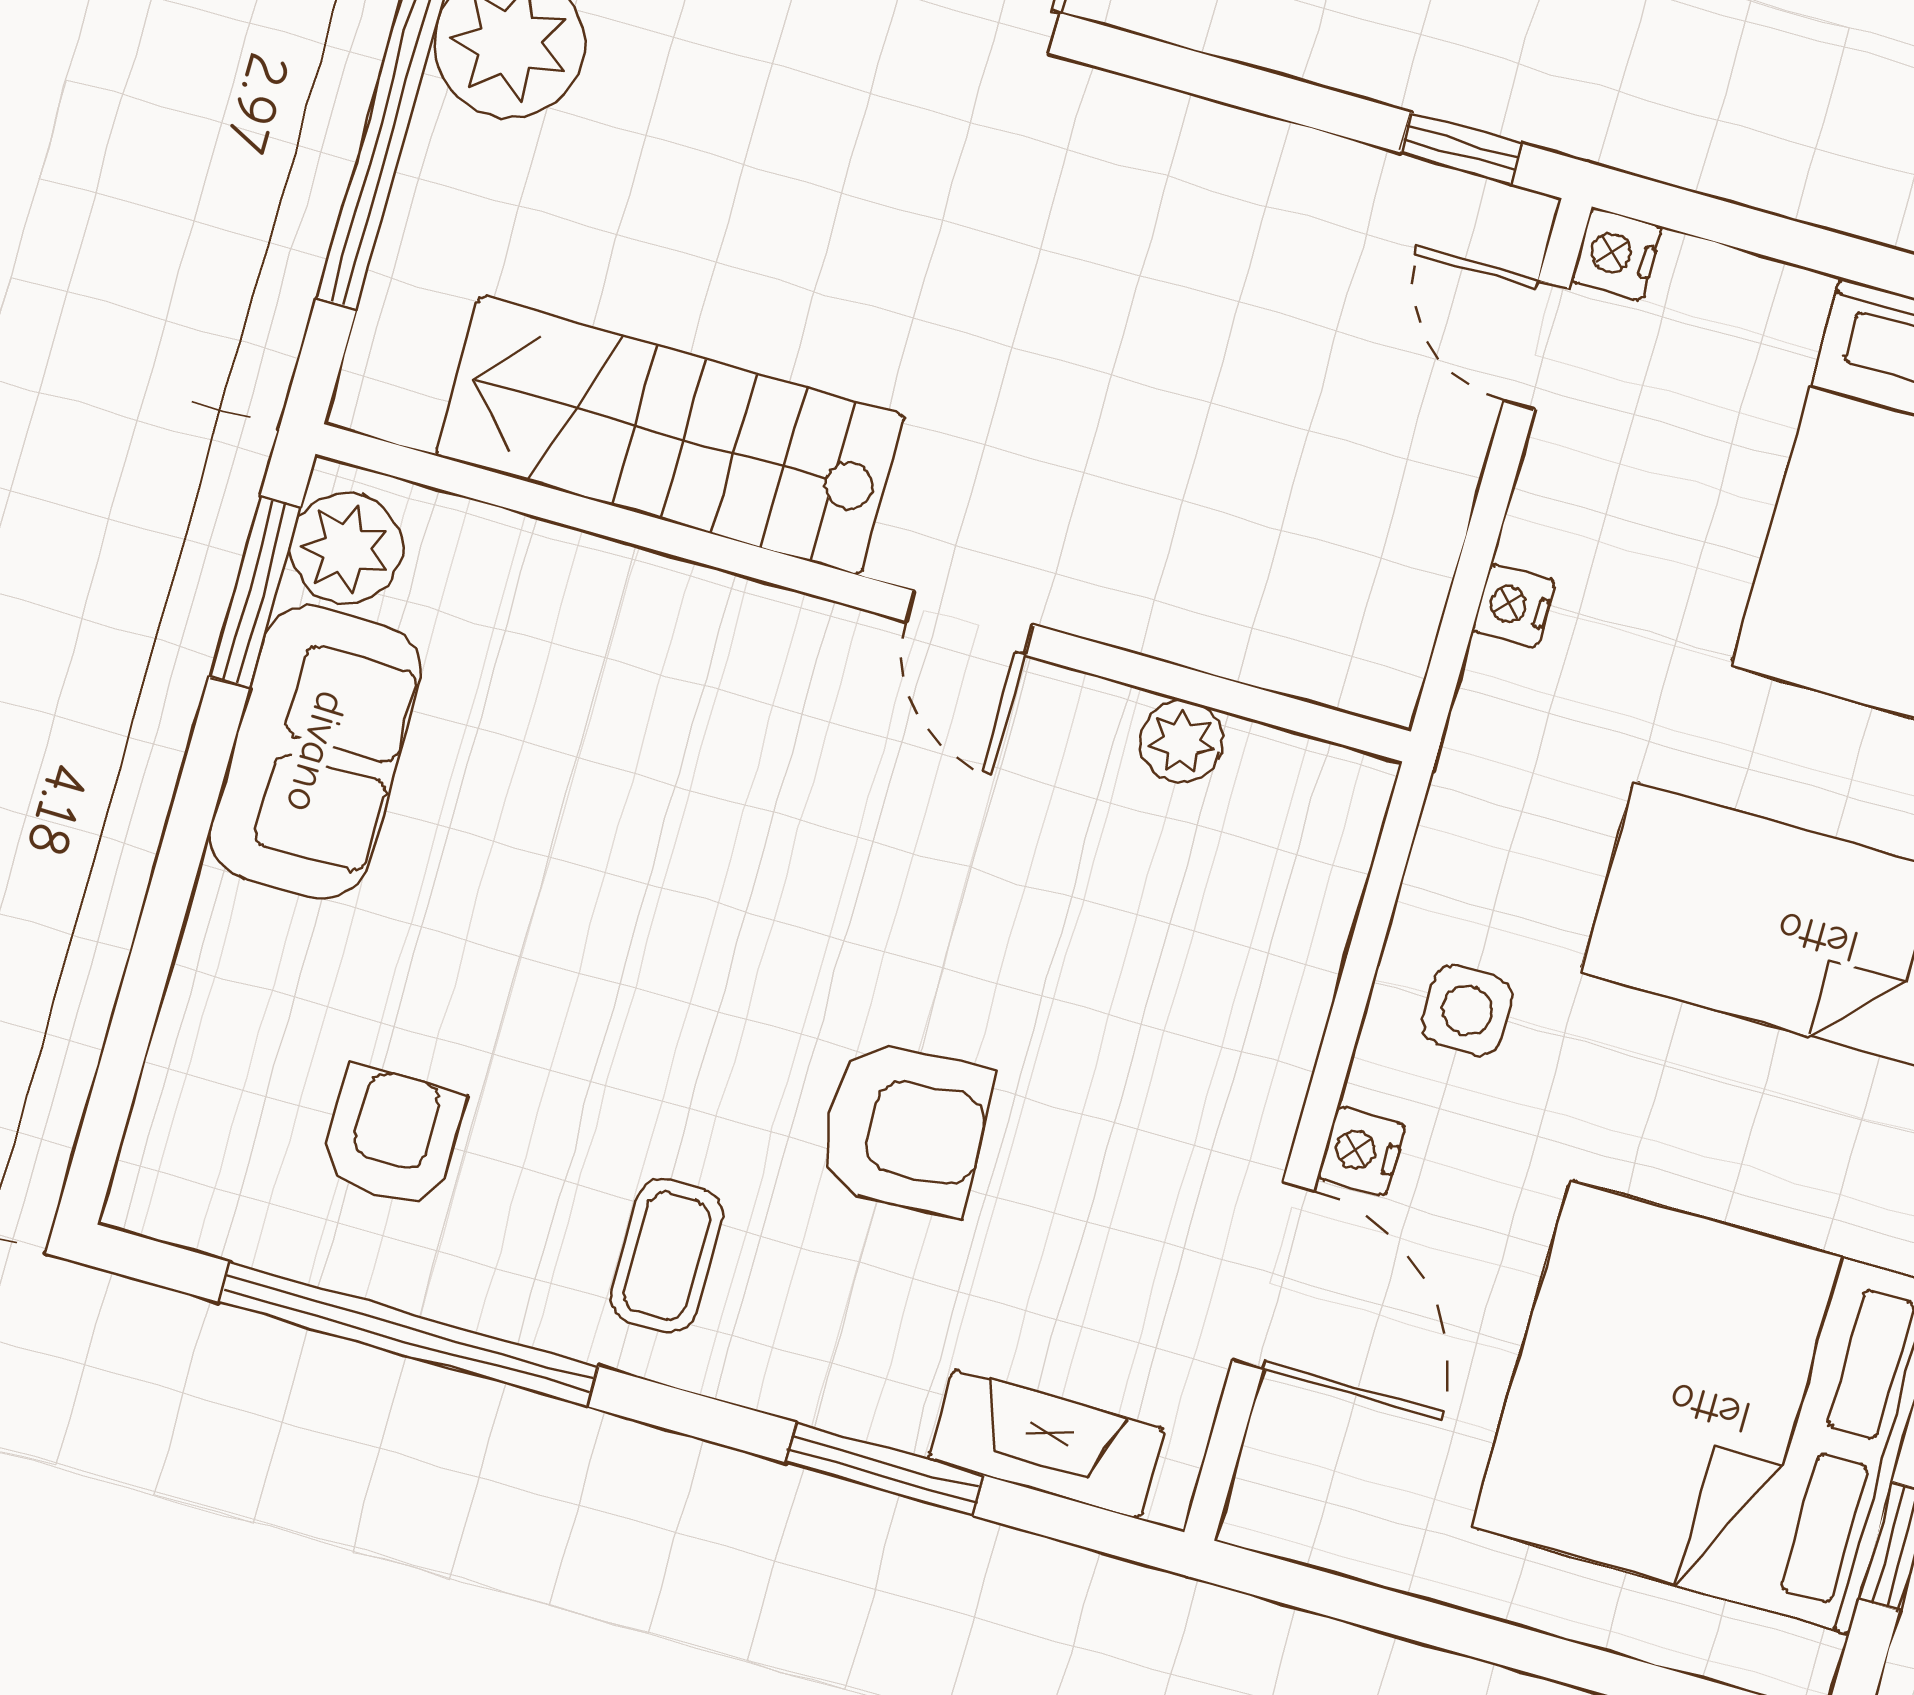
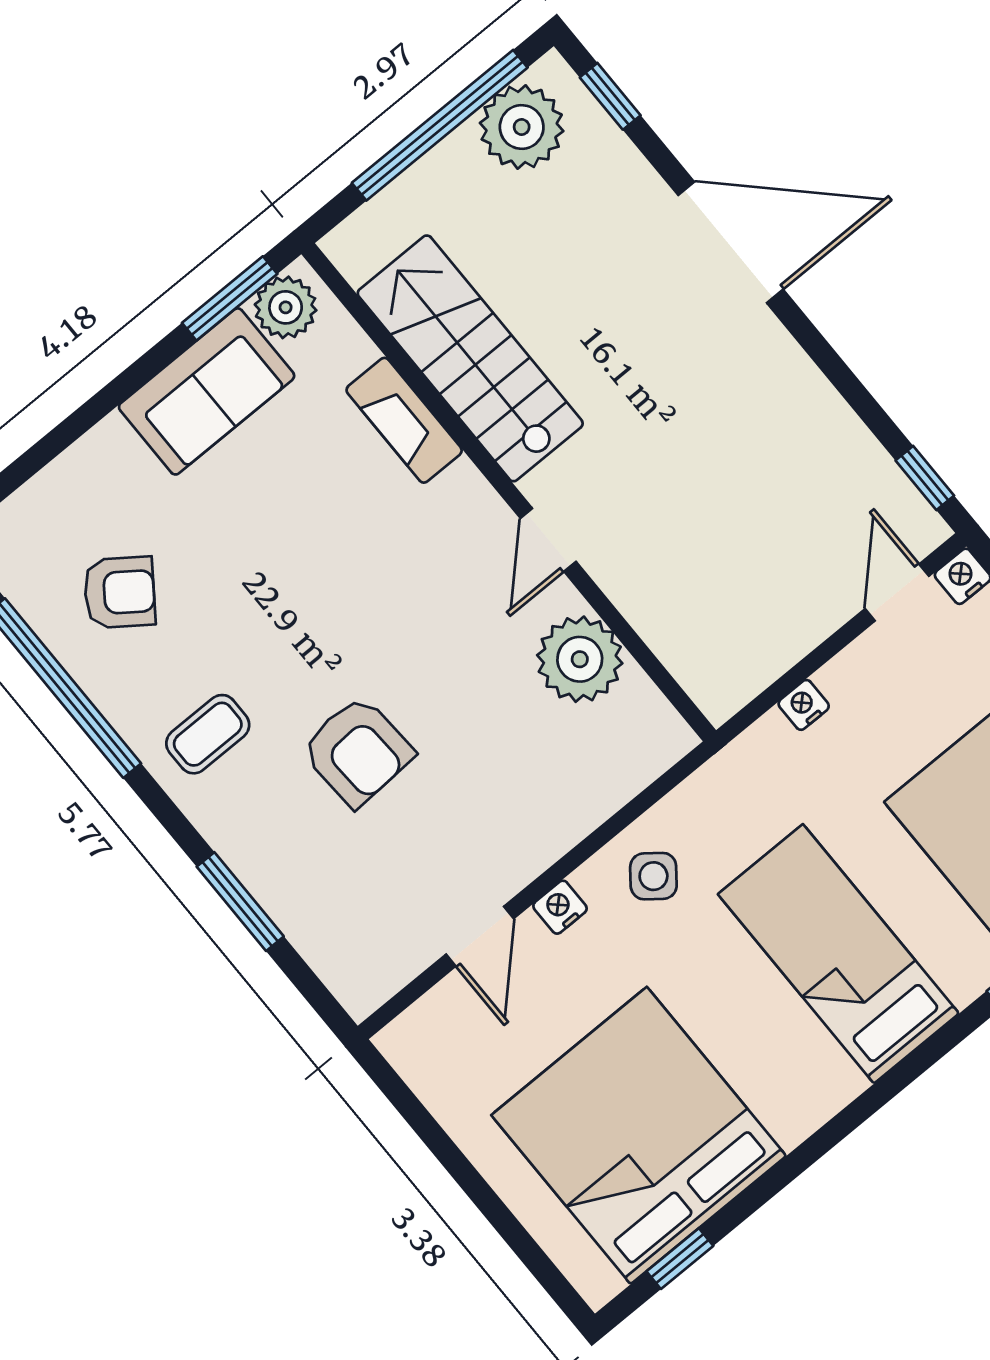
plant: (1182, 742) -> (580, 659), width x1.88, depth x1.88
side table: (1467, 1010) -> (653, 876), turned 38
armchair: (392, 1137) -> (120, 592), turned 36
door: (1273, 1276) -> (480, 936), width x0.73
fireplace: (1046, 1444) -> (404, 420), moved, turned 180

